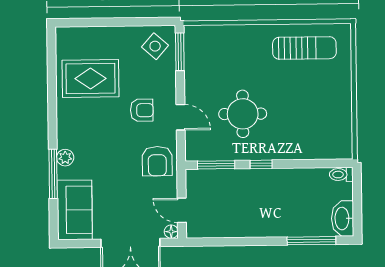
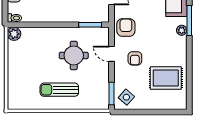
sun lounger: (304, 48) -> (59, 90), moved
armchair: (142, 110) -> (135, 58), turned -90
plant: (342, 148) -> (14, 34), added
window: (261, 164) -> (63, 25), removed

